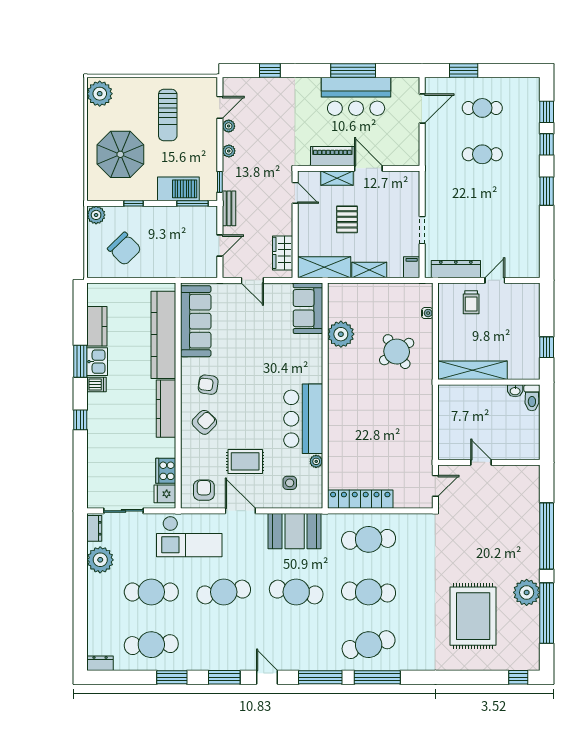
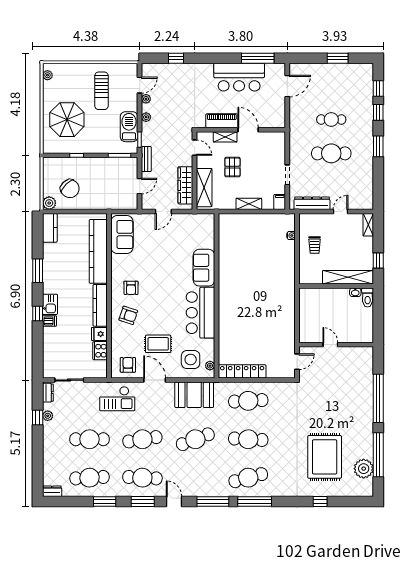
window: (353, 70) -> (258, 58), moved
window: (464, 70) -> (338, 58), moved
plant: (100, 94) -> (47, 75), width x0.53, depth x0.53
cafe table: (482, 108) -> (331, 153), moved, width x1.37, depth x1.35
barbecue: (178, 189) -> (129, 127), moved, turned -90
plant: (96, 215) -> (49, 203), moved
wardrobe: (283, 253) -> (185, 185), width x1.50
shelving: (324, 267) -> (204, 188), moved, turned 90
door: (252, 280) -> (163, 212), hinge flipped
shelving: (533, 298) -> (368, 225), added
trolley: (471, 302) -> (315, 245), moved
sofa: (308, 308) -> (204, 268), moved
sofa: (196, 321) -> (122, 235), width x0.73
kitchen counter: (97, 326) -> (50, 228), moved
plant: (341, 334) -> (228, 251), removed
round table: (397, 352) -> (269, 264), removed
kitchen sink: (97, 362) -> (50, 304), moved
shelving: (473, 370) -> (348, 277), moved
dishwasher: (96, 384) -> (49, 321), moved
armchair: (208, 385) -> (131, 288), turned -98
armchair: (204, 422) -> (128, 315), turned 64
plant: (316, 461) -> (210, 366), moved
side table: (290, 483) -> (191, 360), width x1.87, depth x1.87
fridge: (165, 494) -> (99, 334), moved
checkout: (189, 537) -> (117, 399), width x0.73, depth x0.83
plant: (100, 560) -> (48, 416), width x0.53, depth x0.53
window: (80, 562) -> (38, 417), added
cafe table: (296, 592) -> (195, 439), turned -30
plant: (527, 592) -> (364, 469), moved
cafe table: (224, 645) -> (142, 478), added
window: (518, 677) -> (320, 502), moved

